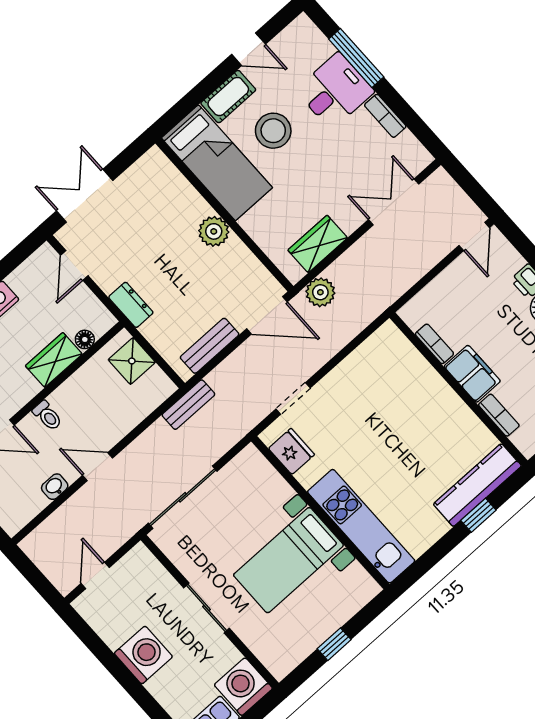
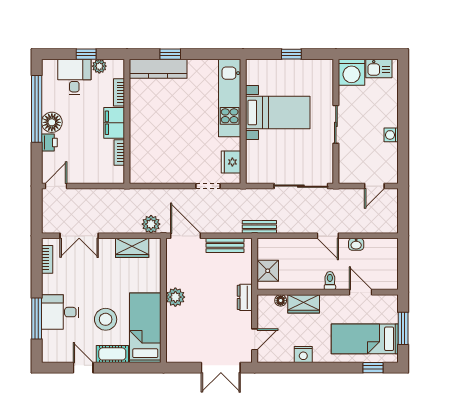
bookcase: (385, 116) -> (47, 259), moved
washing machine: (143, 655) -> (391, 135), width x0.53, depth x0.53

